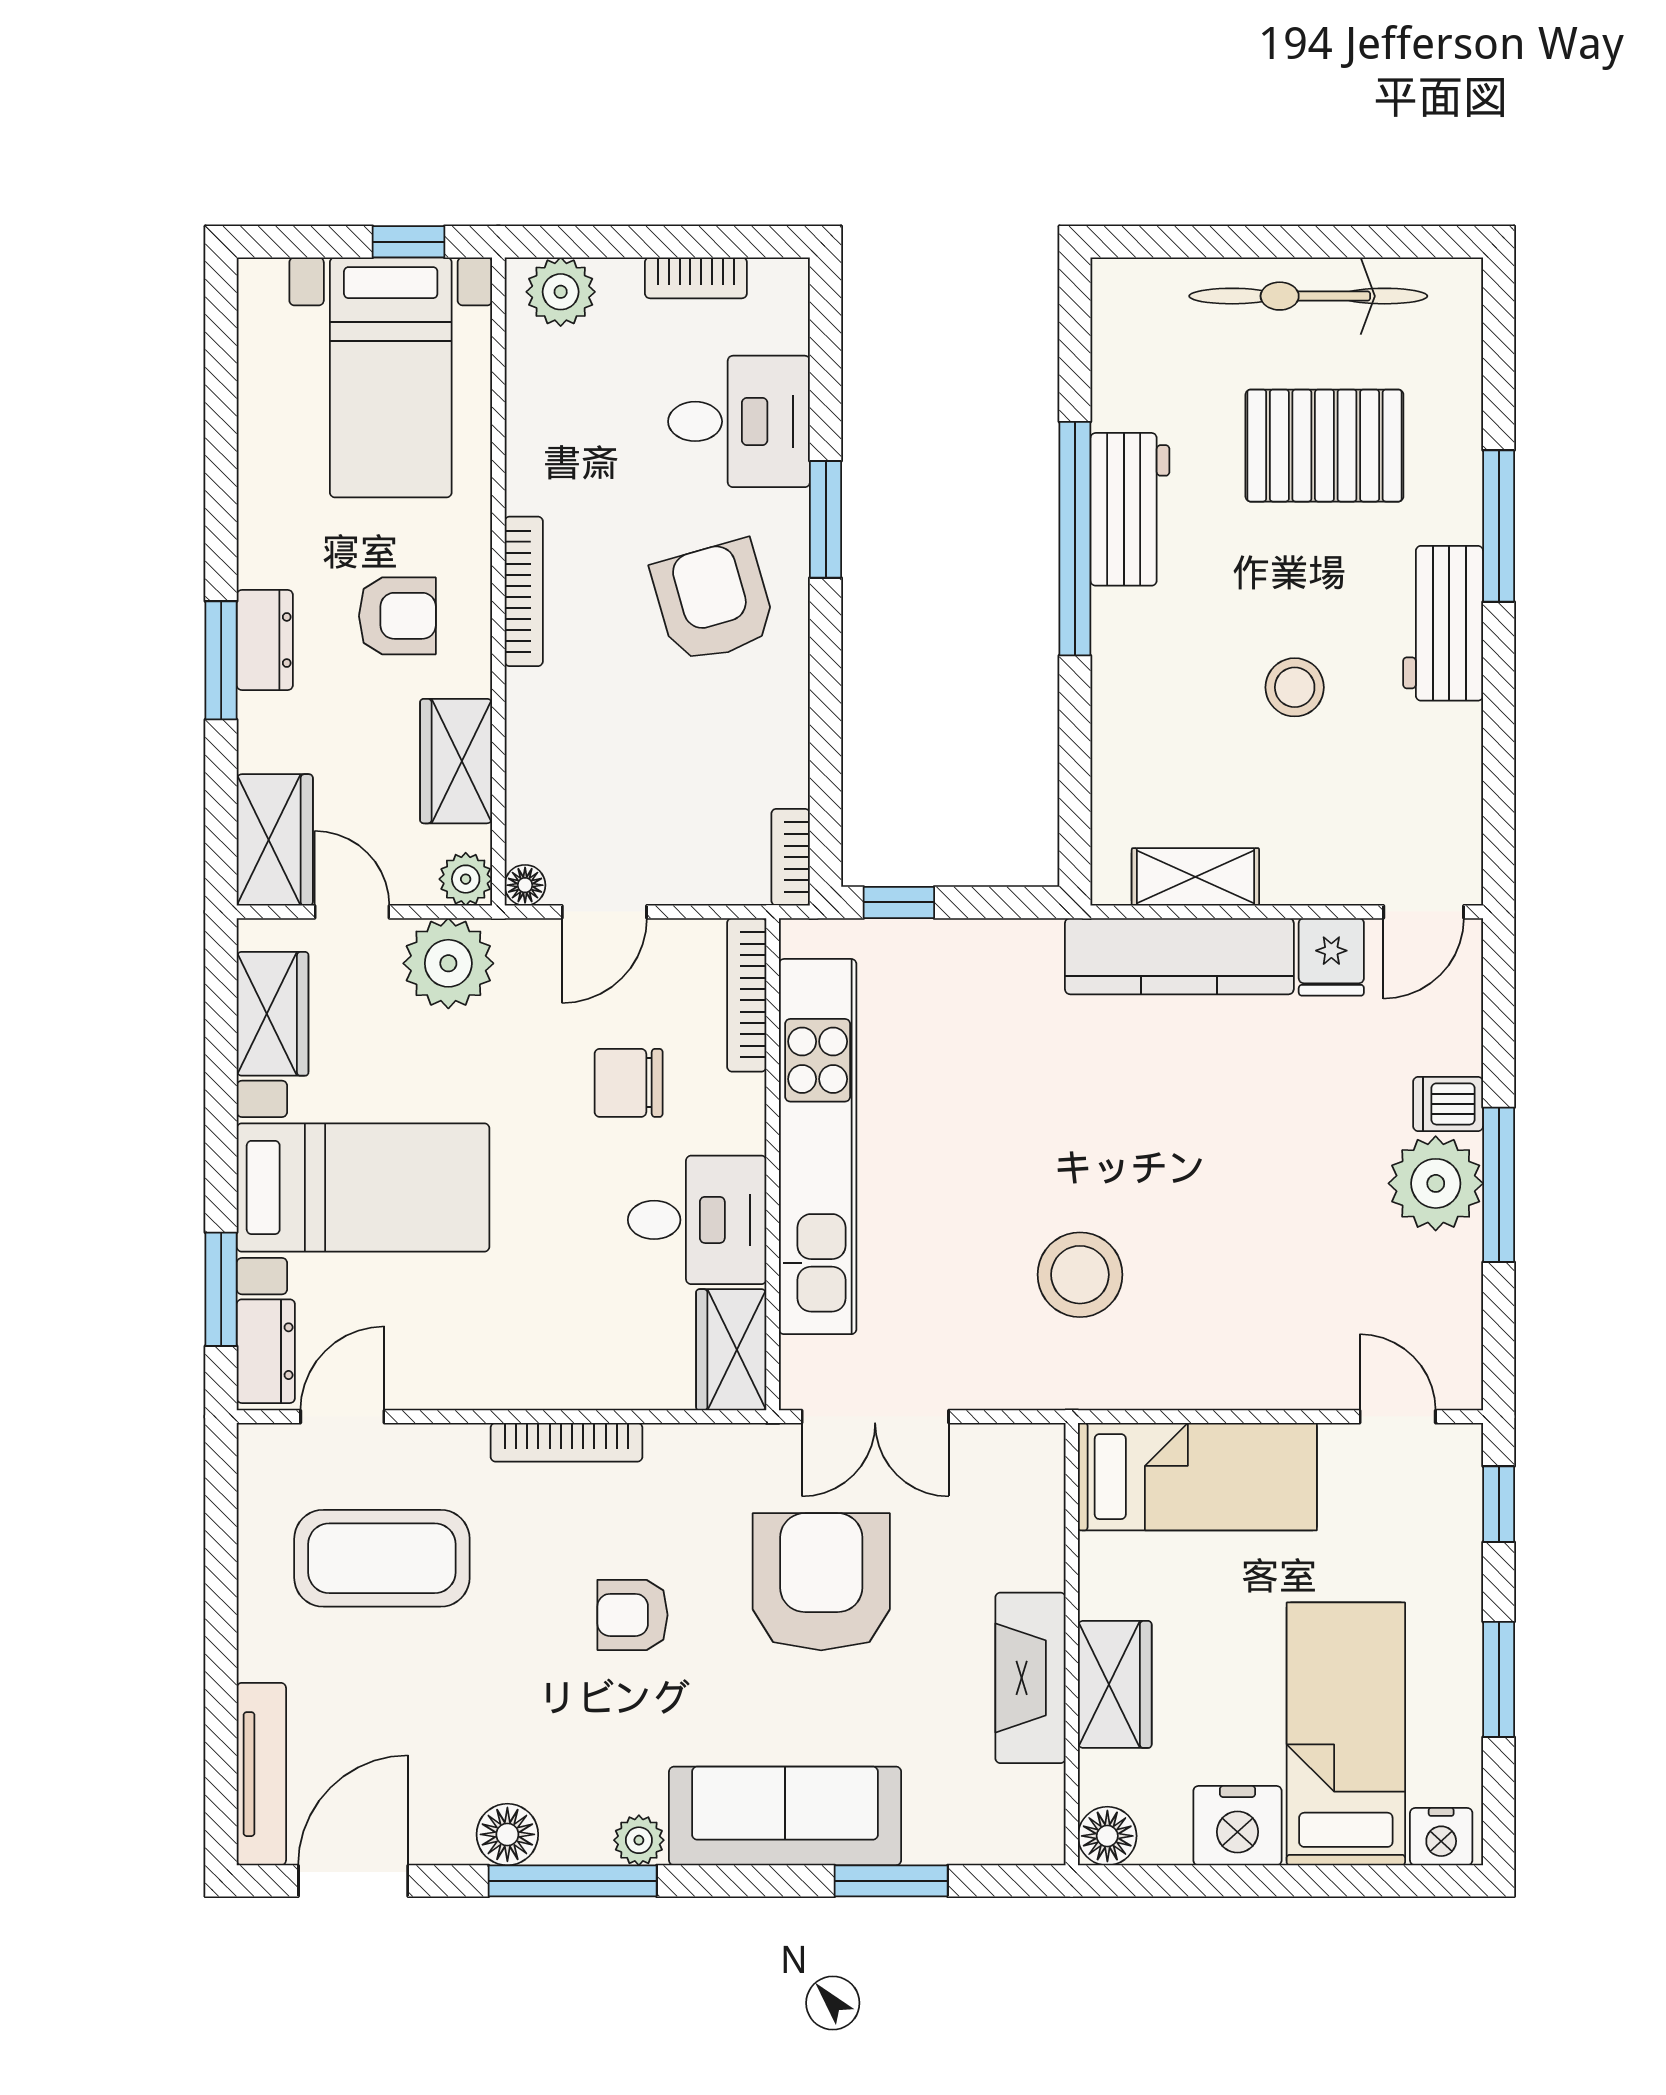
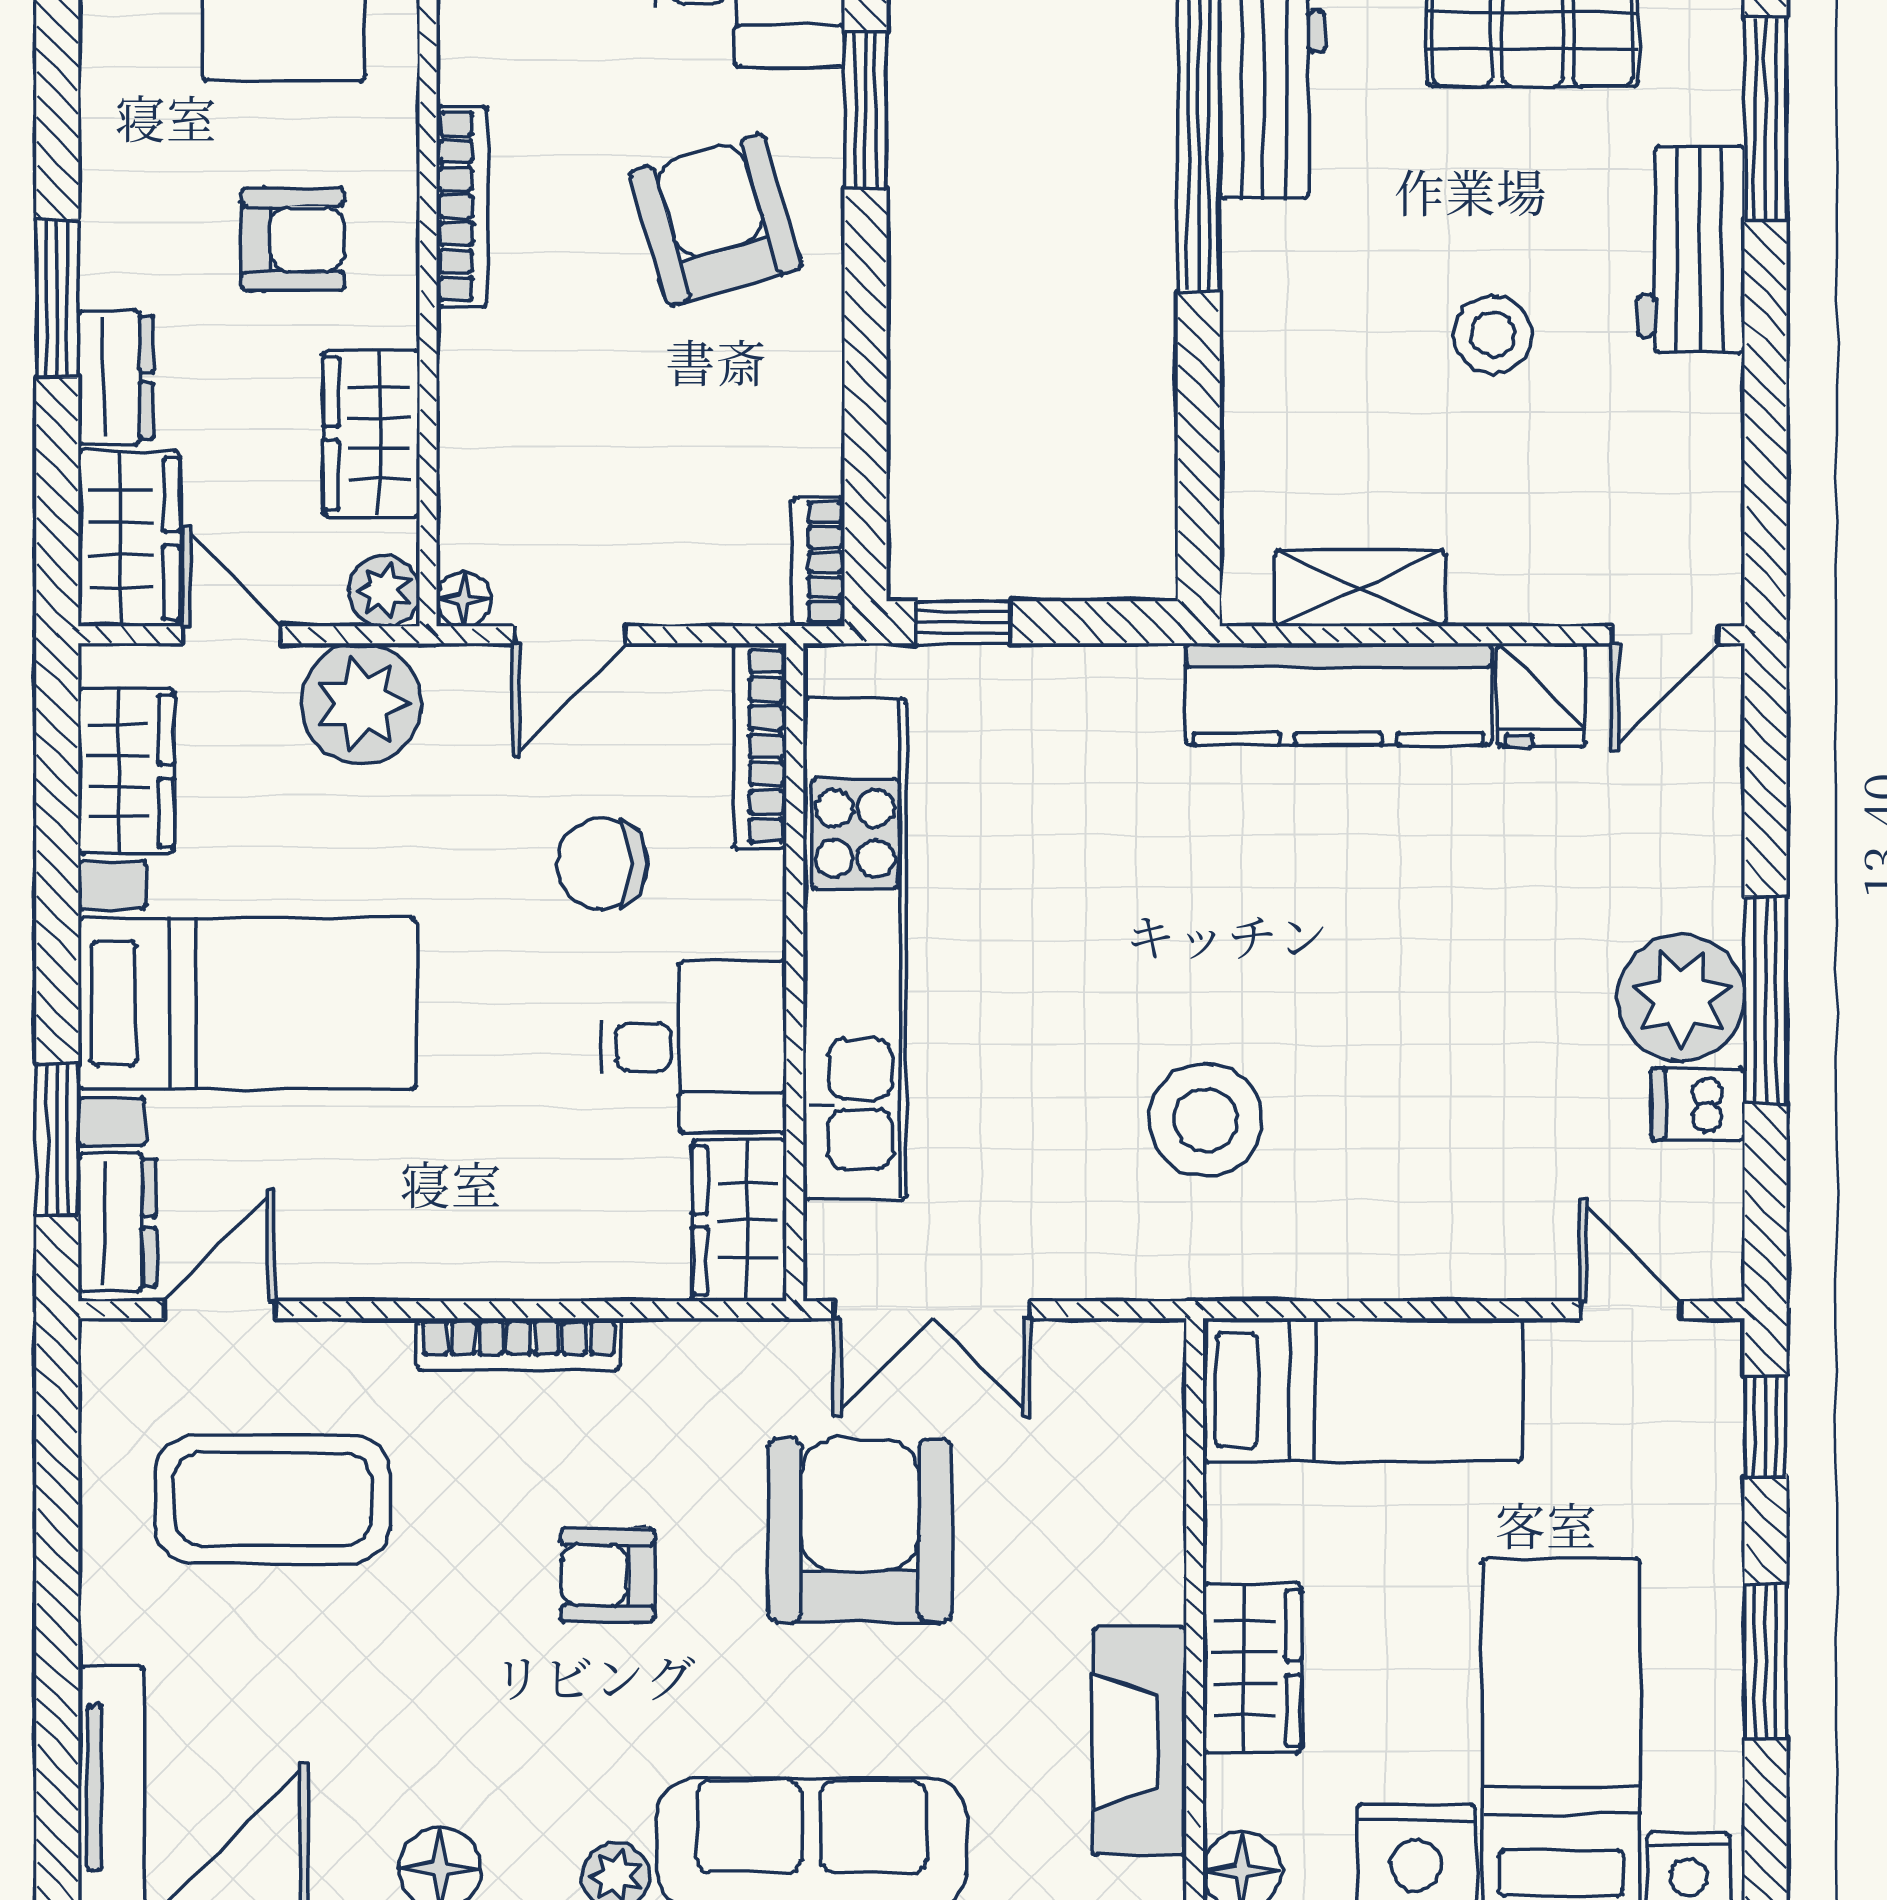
dresser: (265, 640) -> (116, 377), moved
dishwasher: (1448, 1104) -> (1698, 1104), moved
fireplace: (1030, 1678) -> (1139, 1741), moved

